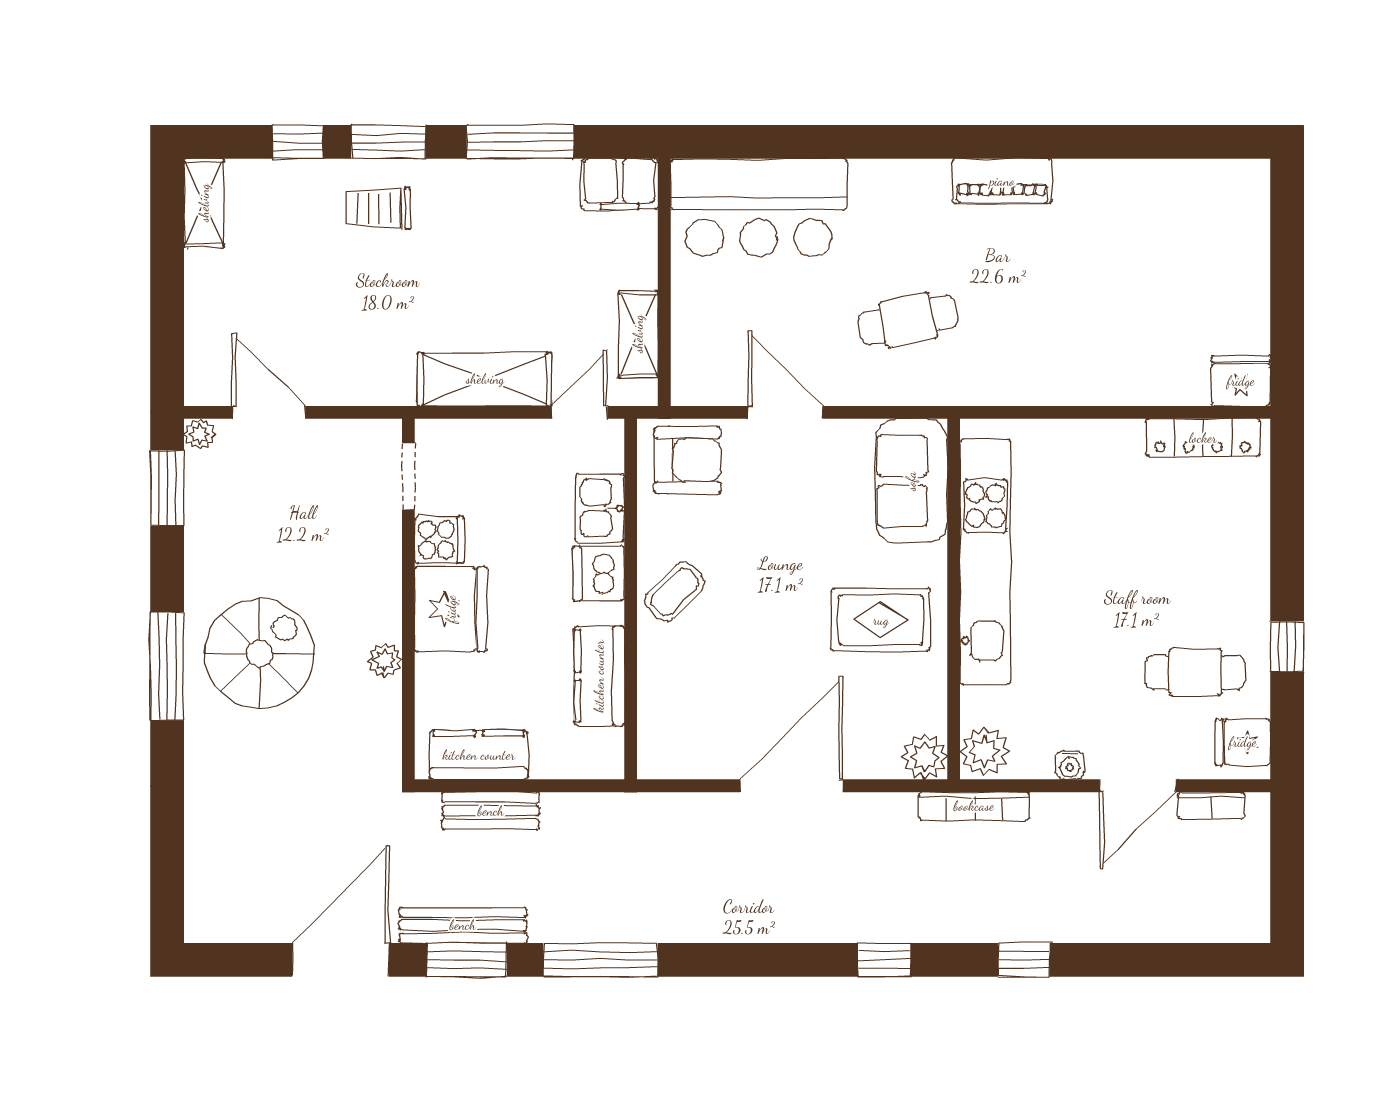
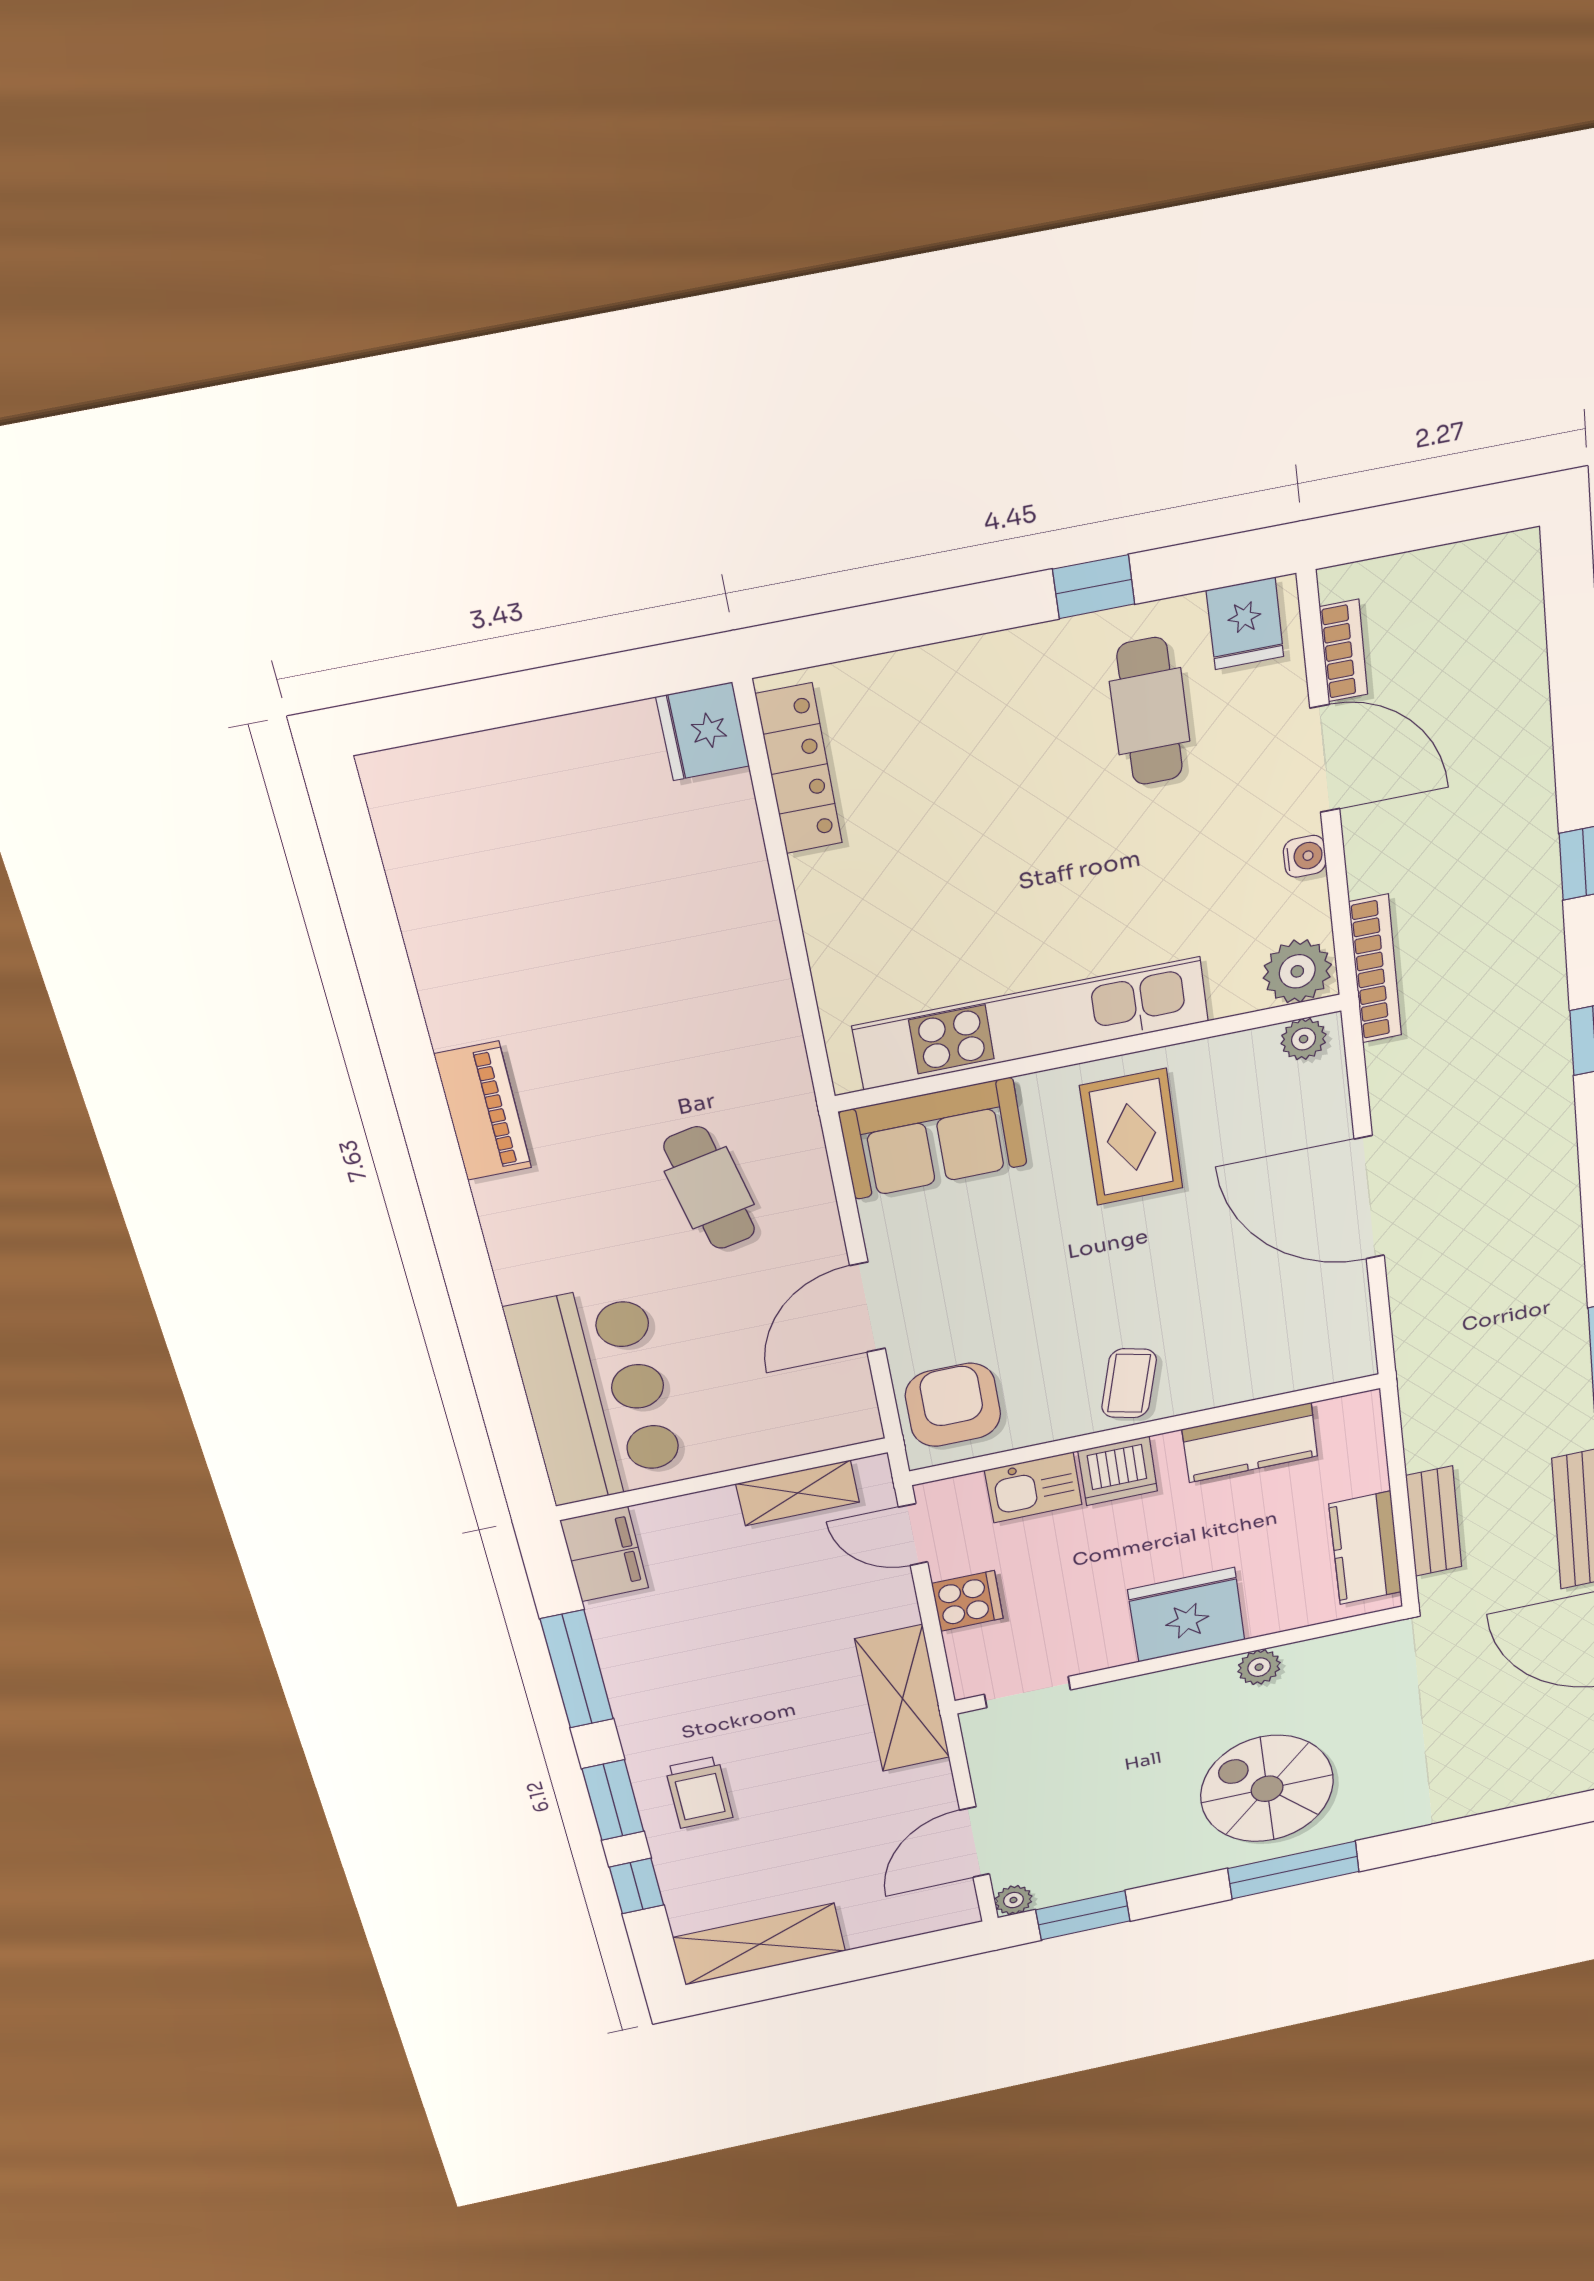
shelving: (204, 203) -> (759, 1944), width x1.50, depth x1.33
shelving: (485, 379) -> (903, 1699), moved
cooker: (439, 540) -> (967, 1601), moved, turned 90
coffee table: (675, 592) -> (1129, 1383), turned 60
plant: (925, 757) -> (1304, 1039), width x0.73, depth x0.73

